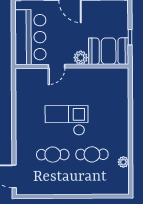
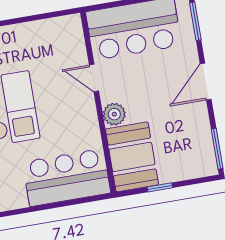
bar counter: (115, 93) -> (67, 177), added

